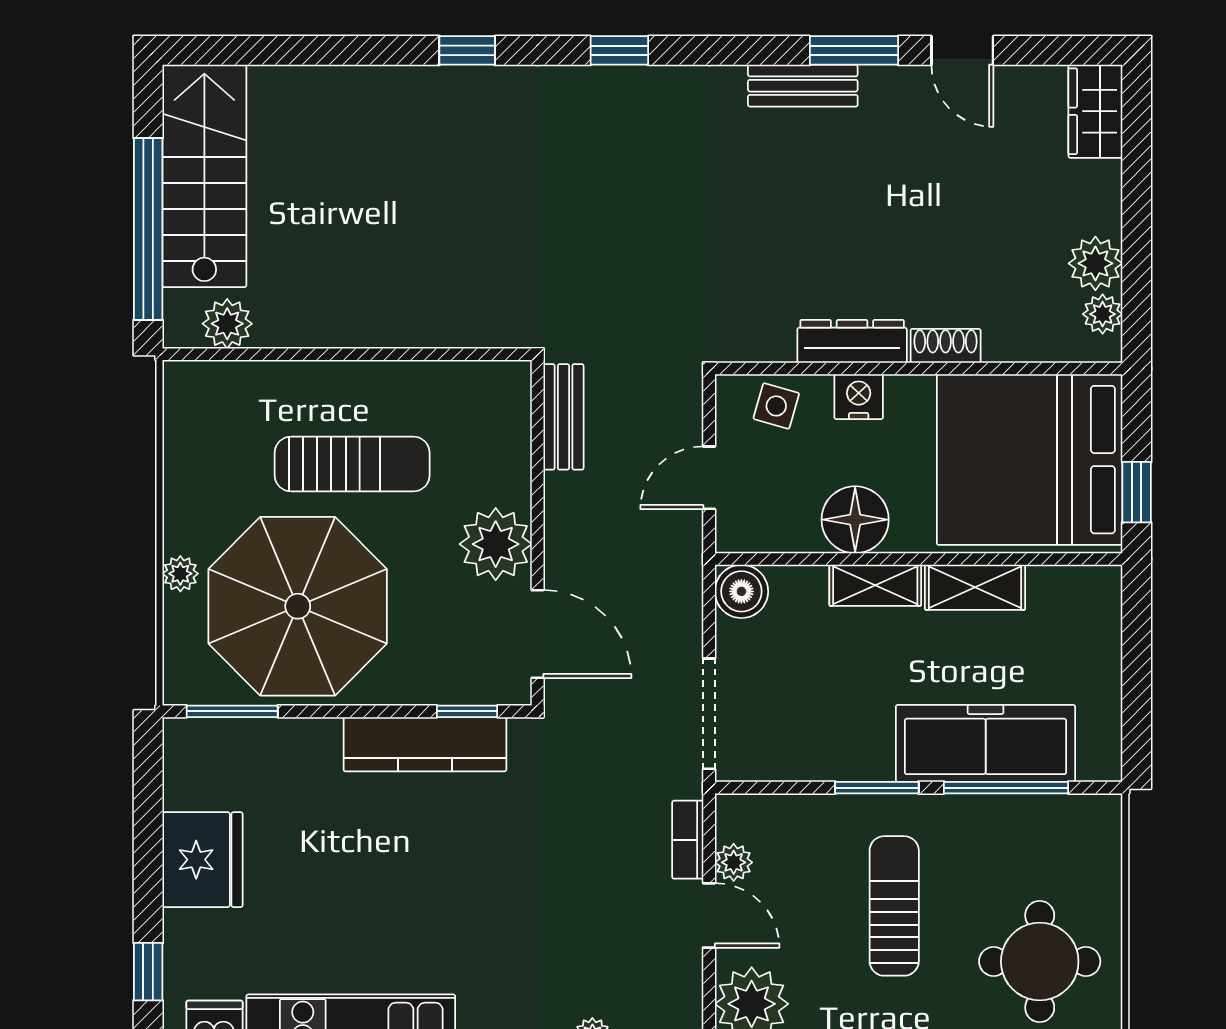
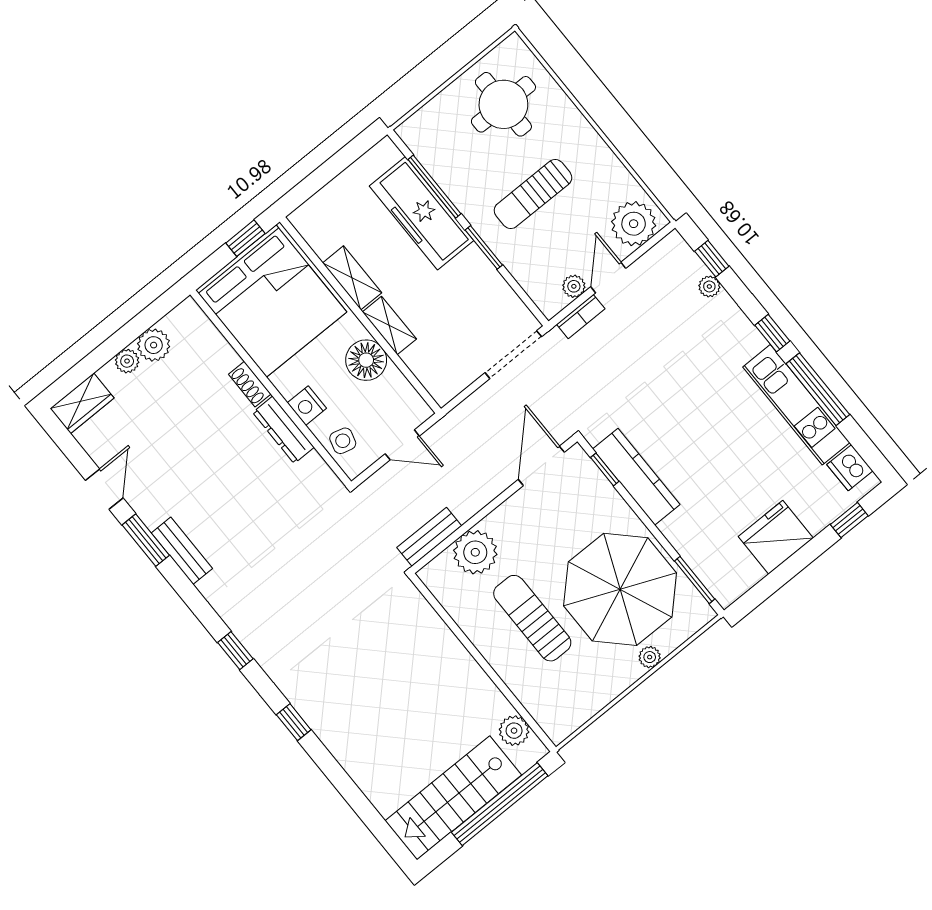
plant: (1103, 314) -> (127, 361), moved
plant: (496, 544) -> (475, 552), moved
boiler: (741, 591) -> (443, 386), removed

